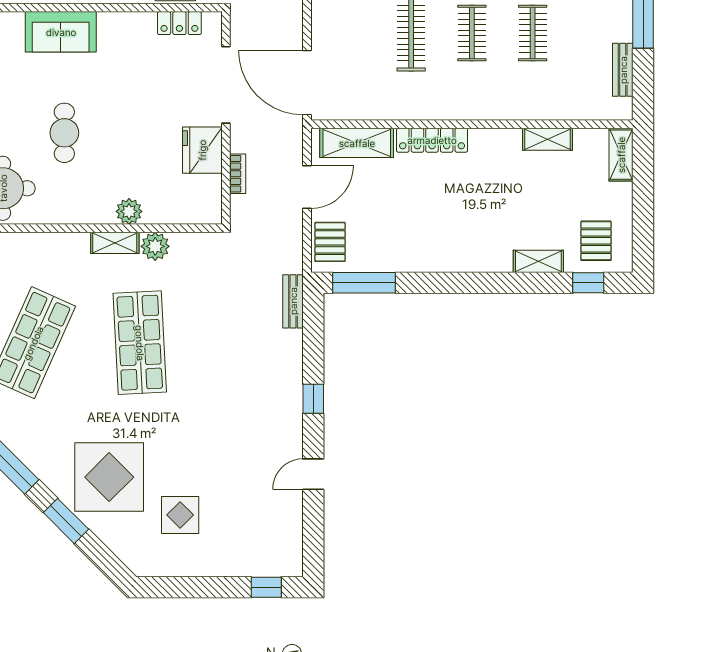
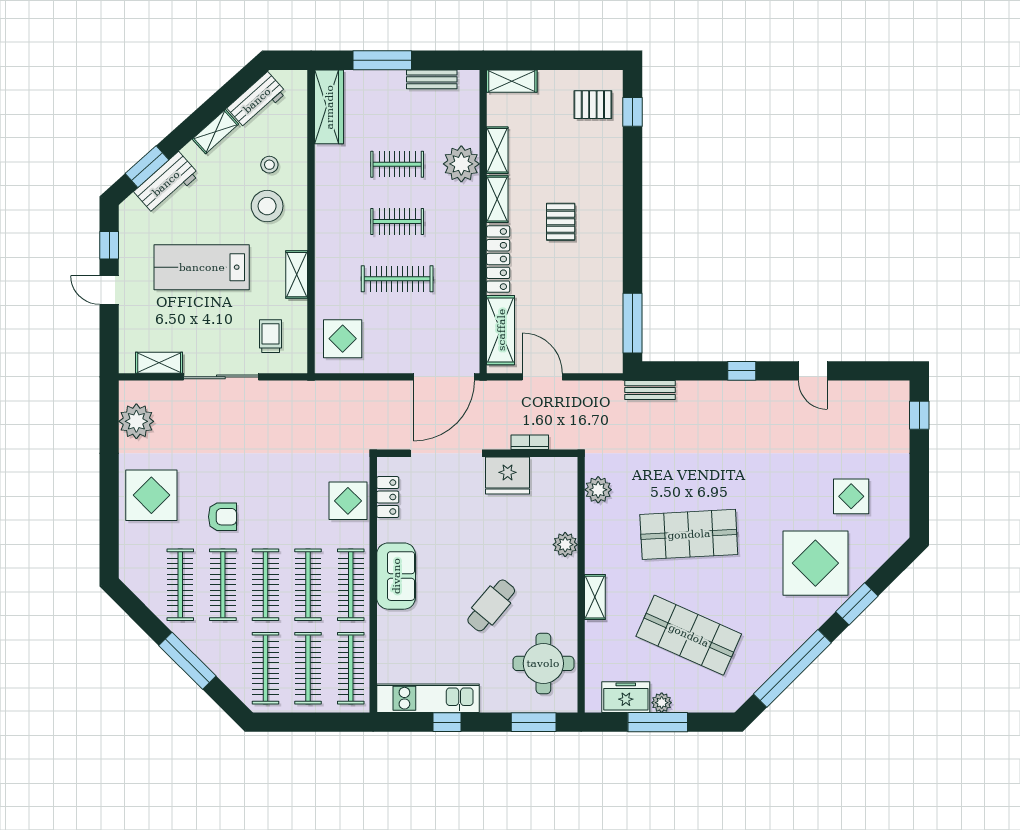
sofa: (61, 32) -> (396, 576), moved
plant: (533, 101) -> (461, 164), added
cafe table: (64, 133) -> (491, 605), turned -50
pallet: (330, 242) -> (561, 222), moved, turned 90
shelving: (115, 243) -> (595, 597), moved
plant: (155, 246) -> (598, 490), moved
shelving: (538, 261) -> (497, 199), moved

